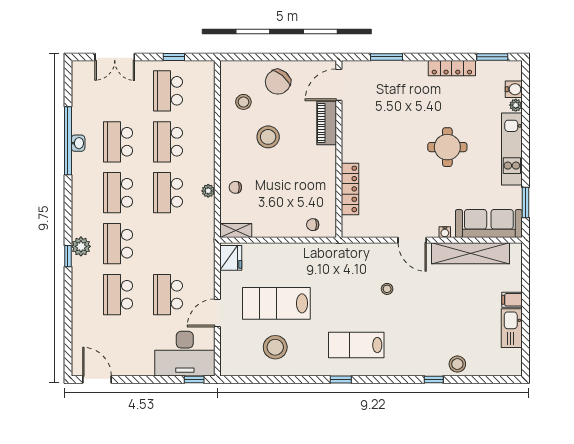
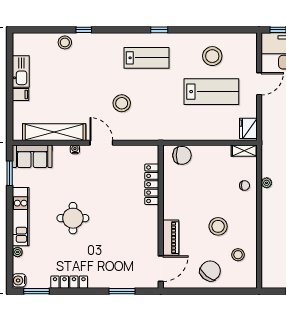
water cooler: (514, 89) -> (19, 280), moved
sofa: (489, 224) -> (32, 156), width x0.73
chair: (313, 225) -> (182, 155), width x1.87, depth x1.87
stool: (387, 289) -> (122, 103), width x1.89, depth x1.89

